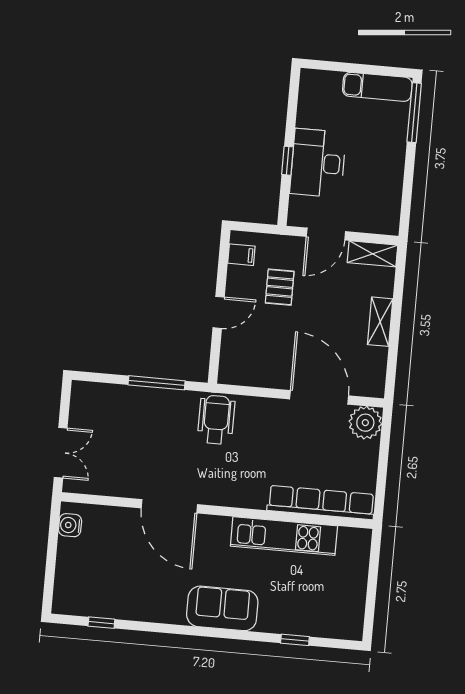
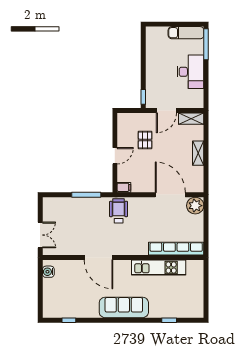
window: (288, 161) -> (143, 97), moved
desk: (318, 163) -> (190, 72), moved, turned 180
filing cabinet: (241, 255) -> (124, 187), moved
sofa: (222, 608) -> (124, 307), width x1.36

